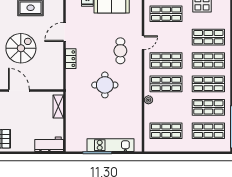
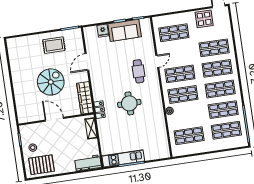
locker: (71, 59) -> (100, 110), moved
wardrobe: (57, 72) -> (85, 98), added
kitchen unit: (110, 145) -> (123, 158), moved

